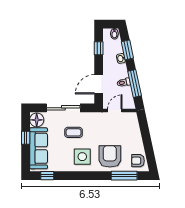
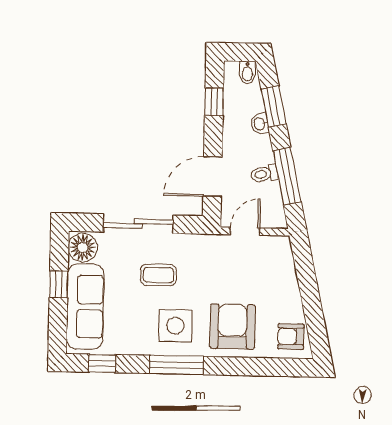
window: (124, 176) -> (177, 365), moved

